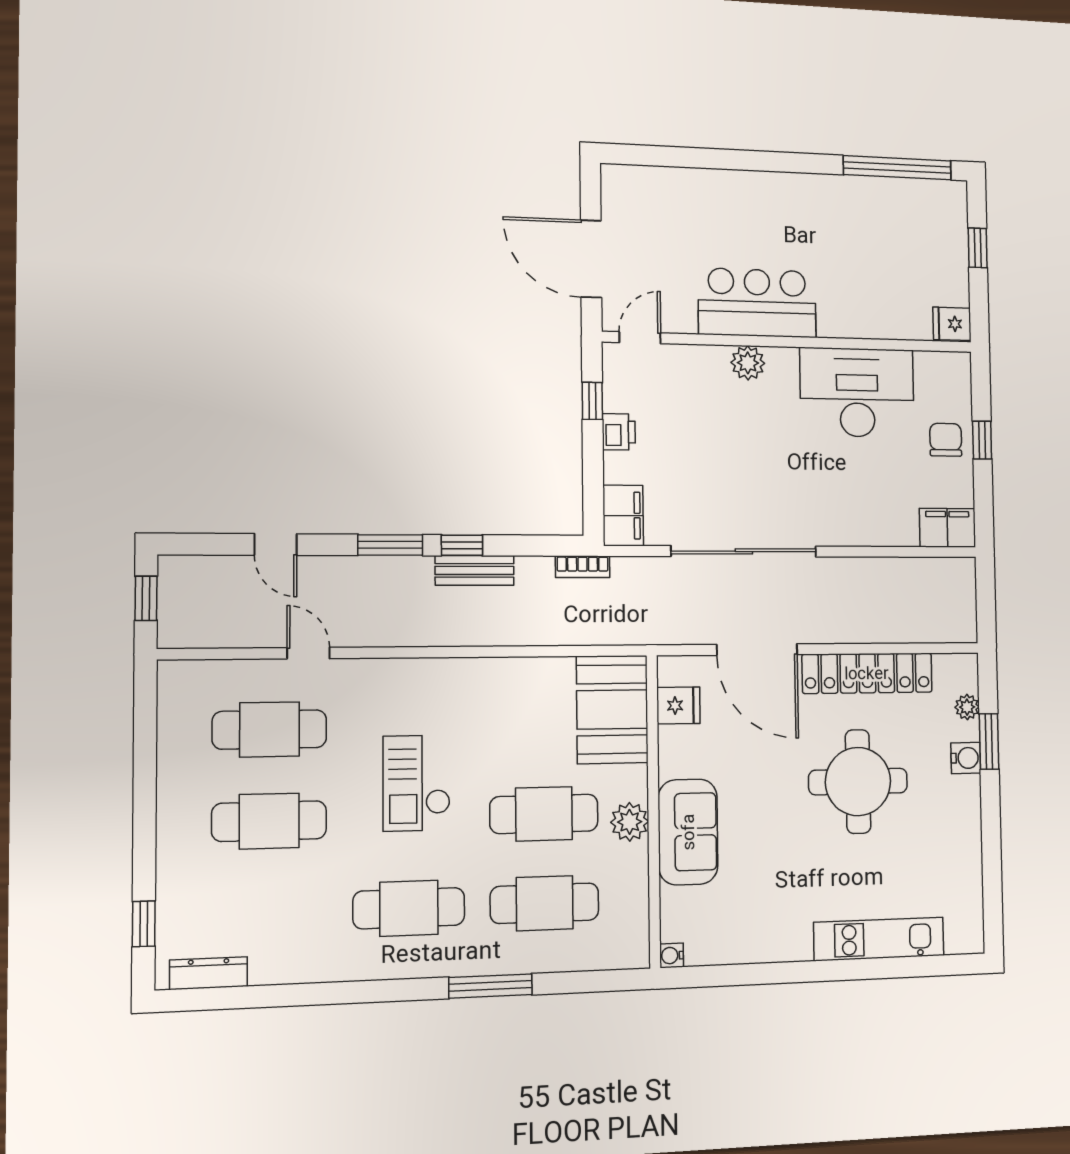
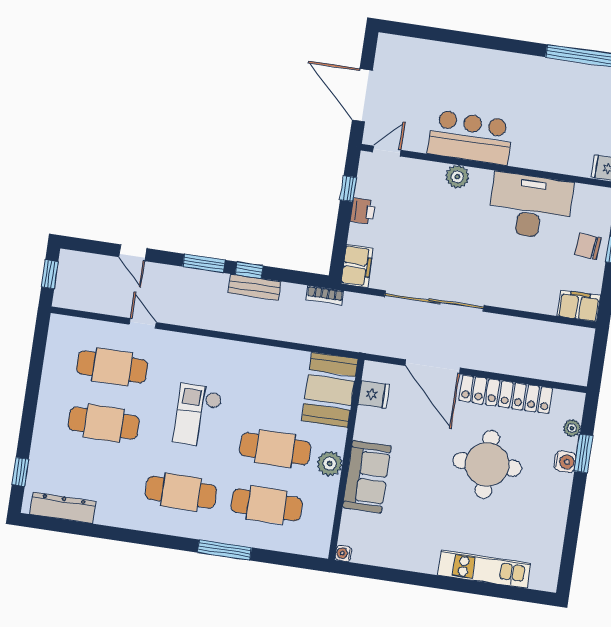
chair: (946, 440) -> (588, 246), turned -85
dresser: (209, 973) -> (63, 508), width x1.37, depth x1.24

